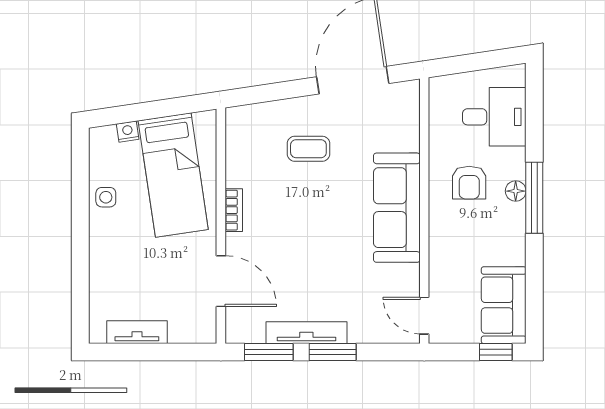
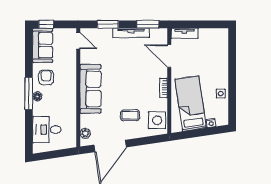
plant: (409, 108) -> (85, 133), added
side table: (248, 138) -> (157, 120), added
armchair: (469, 183) -> (46, 77), moved
tv unit: (137, 332) -> (185, 33), moved
window: (333, 352) -> (108, 24), moved

